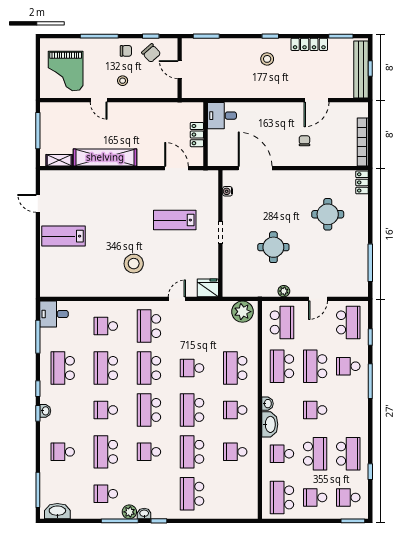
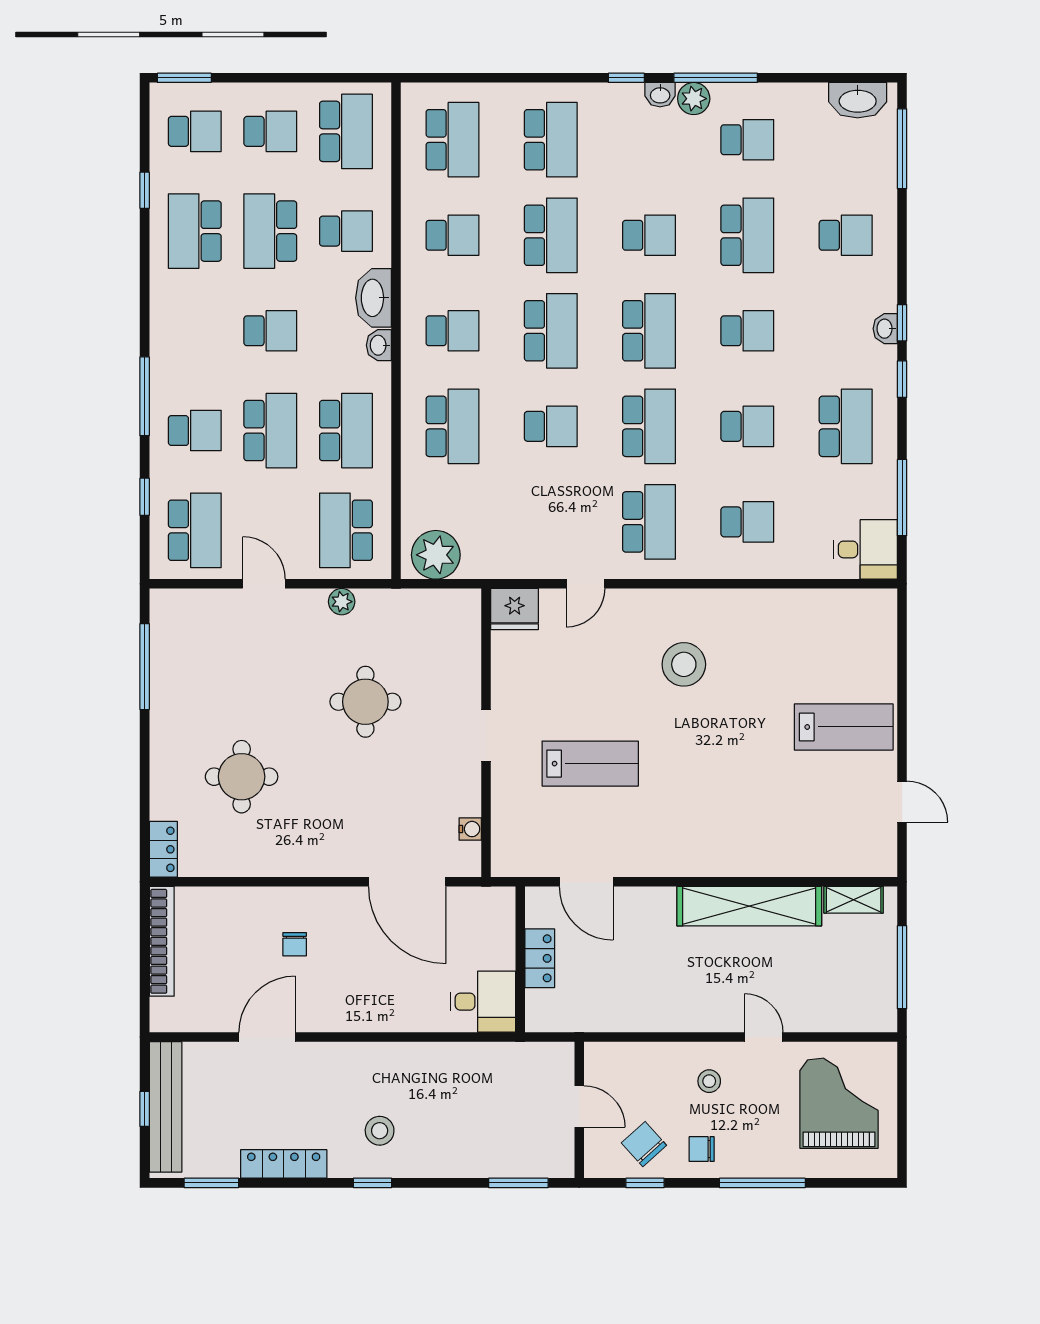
door: (318, 299) -> (264, 584), hinge flipped
school desk: (348, 322) -> (195, 530), turned 180
school desk: (106, 368) -> (747, 426), width x0.54
school desk: (235, 494) -> (452, 140), added

